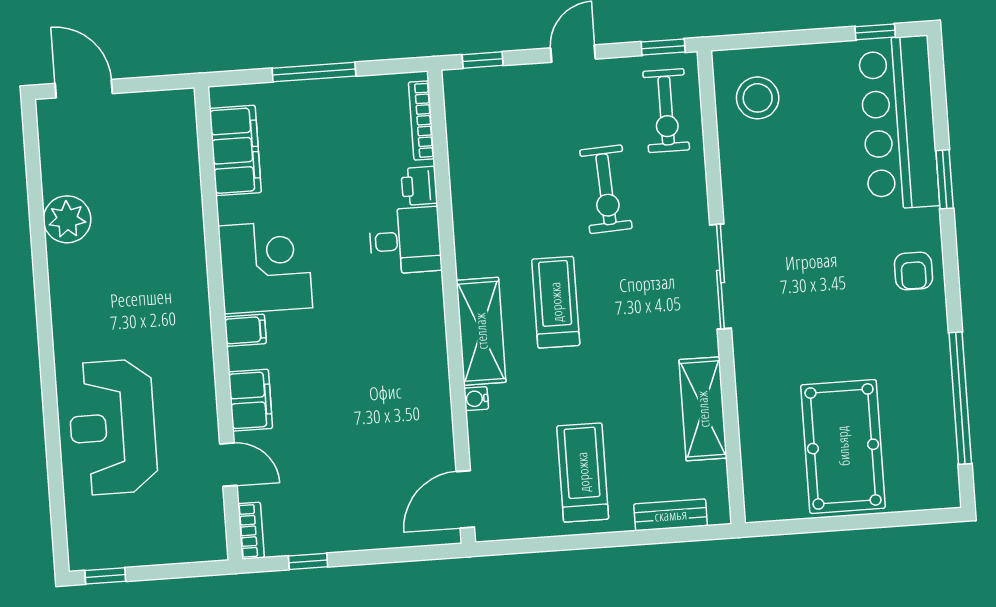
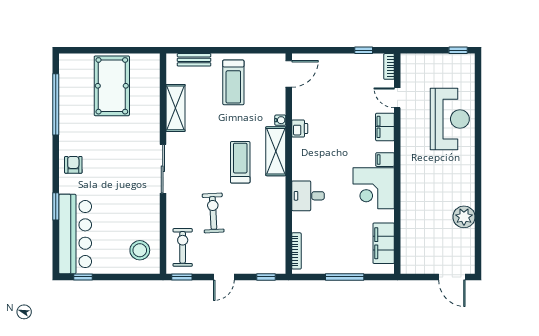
printer: (419, 186) -> (300, 129), moved
treadmill: (556, 302) -> (240, 162), turned 180

